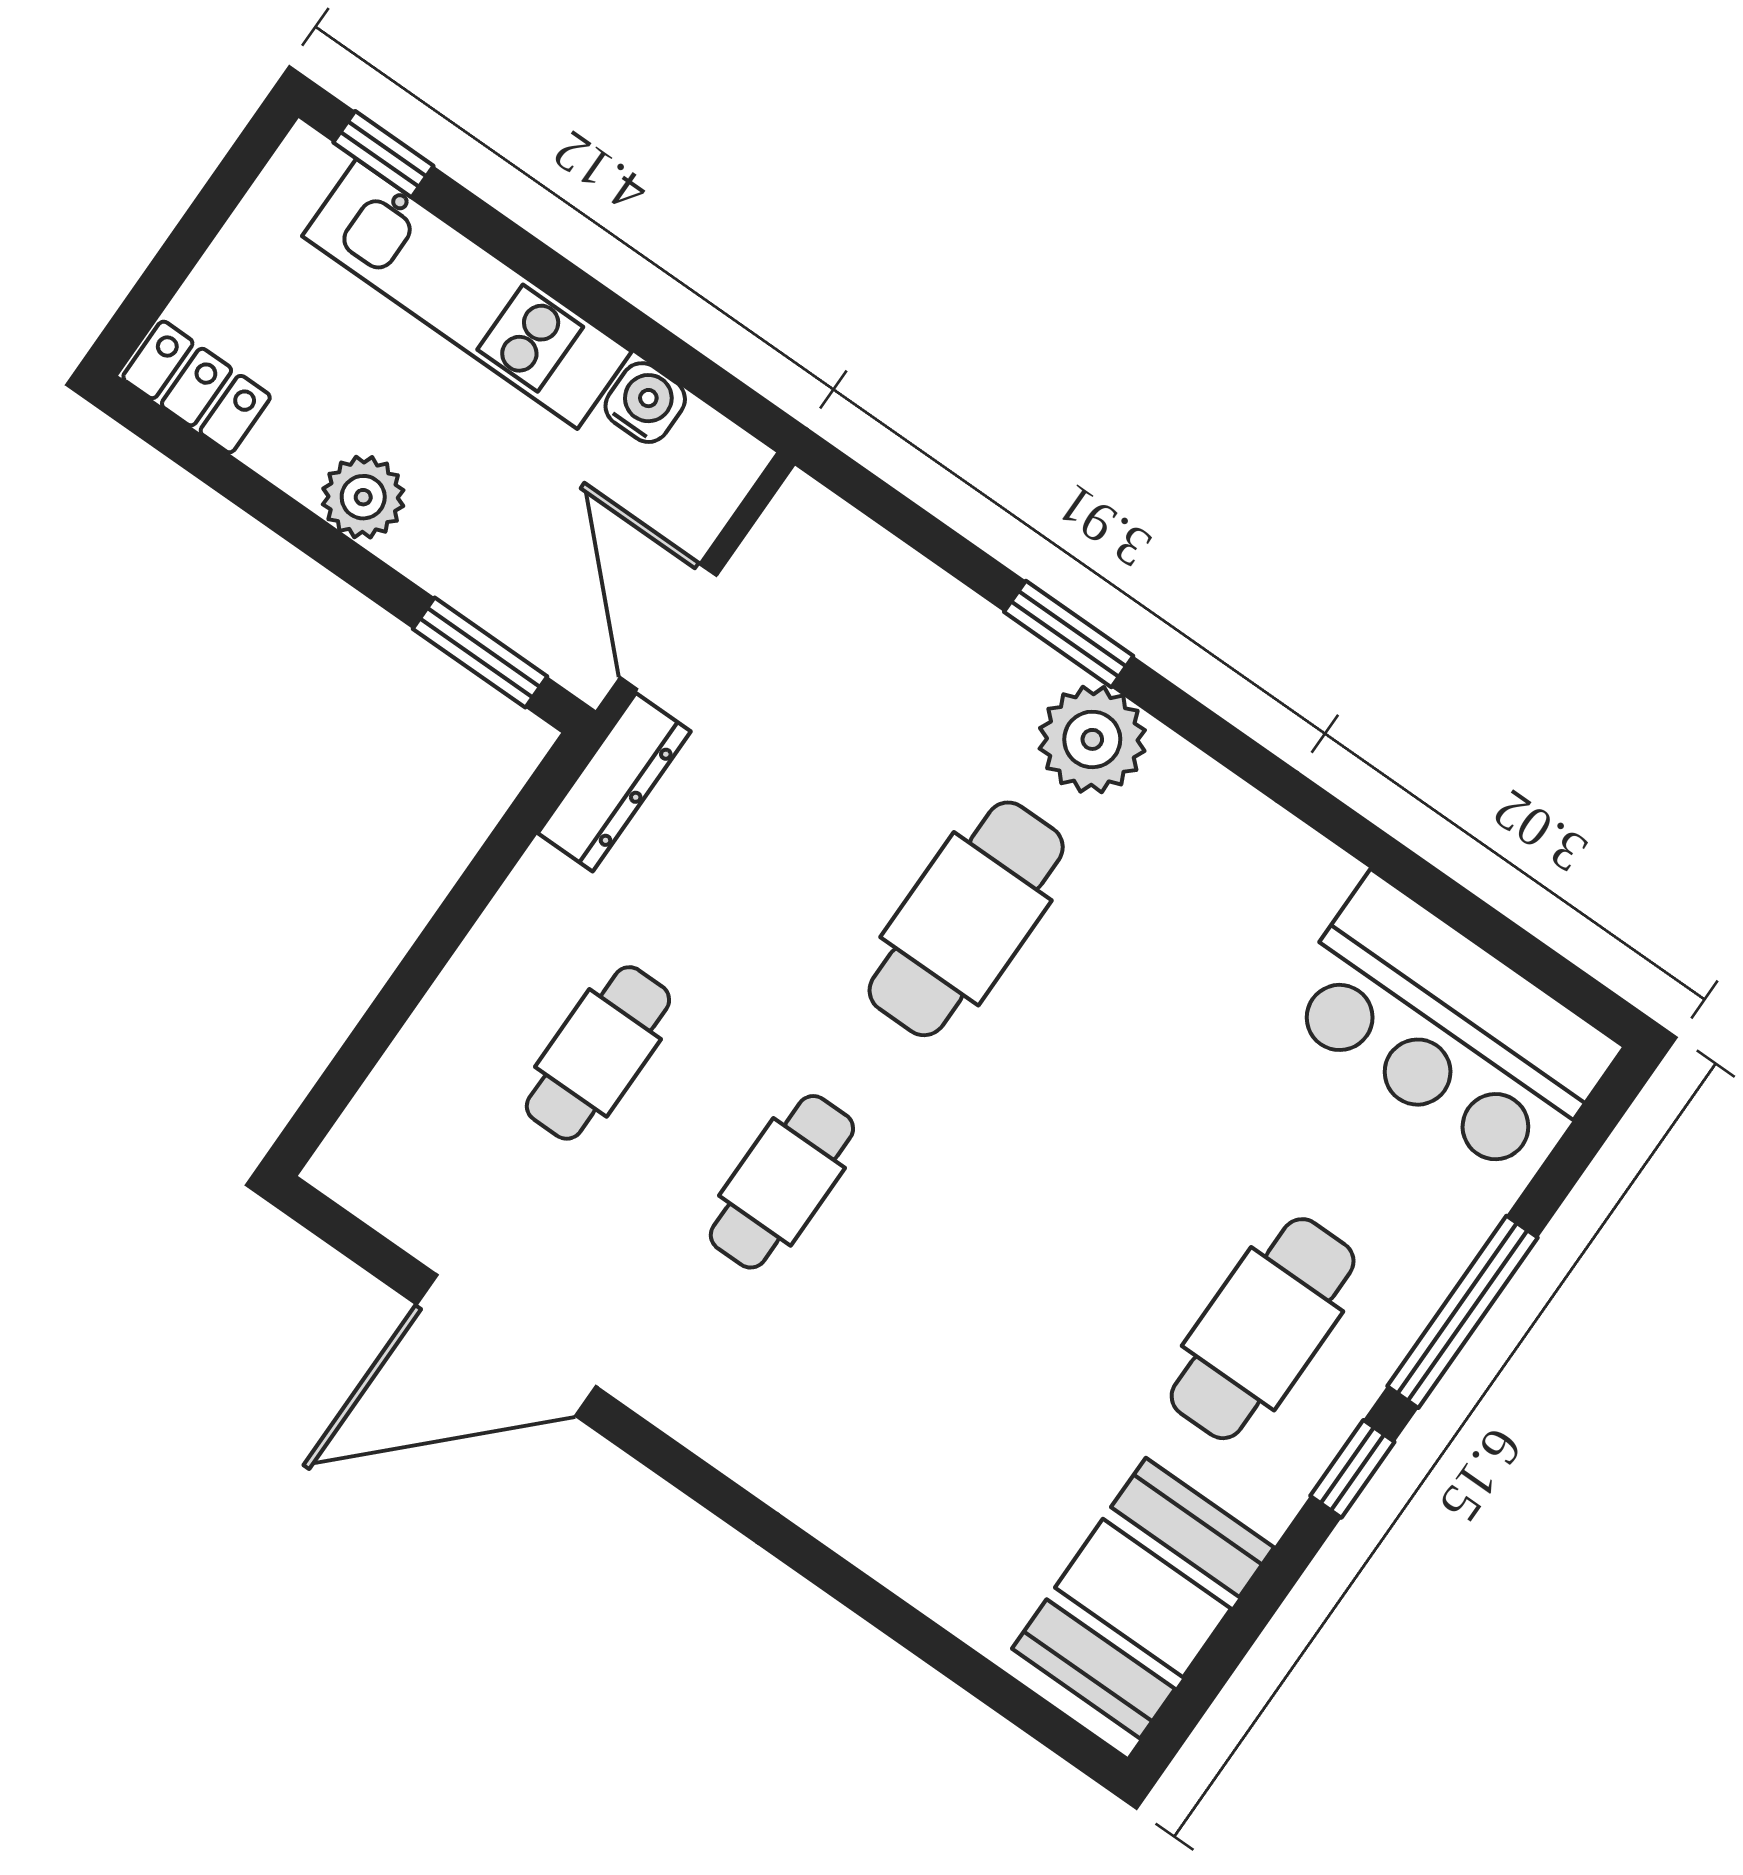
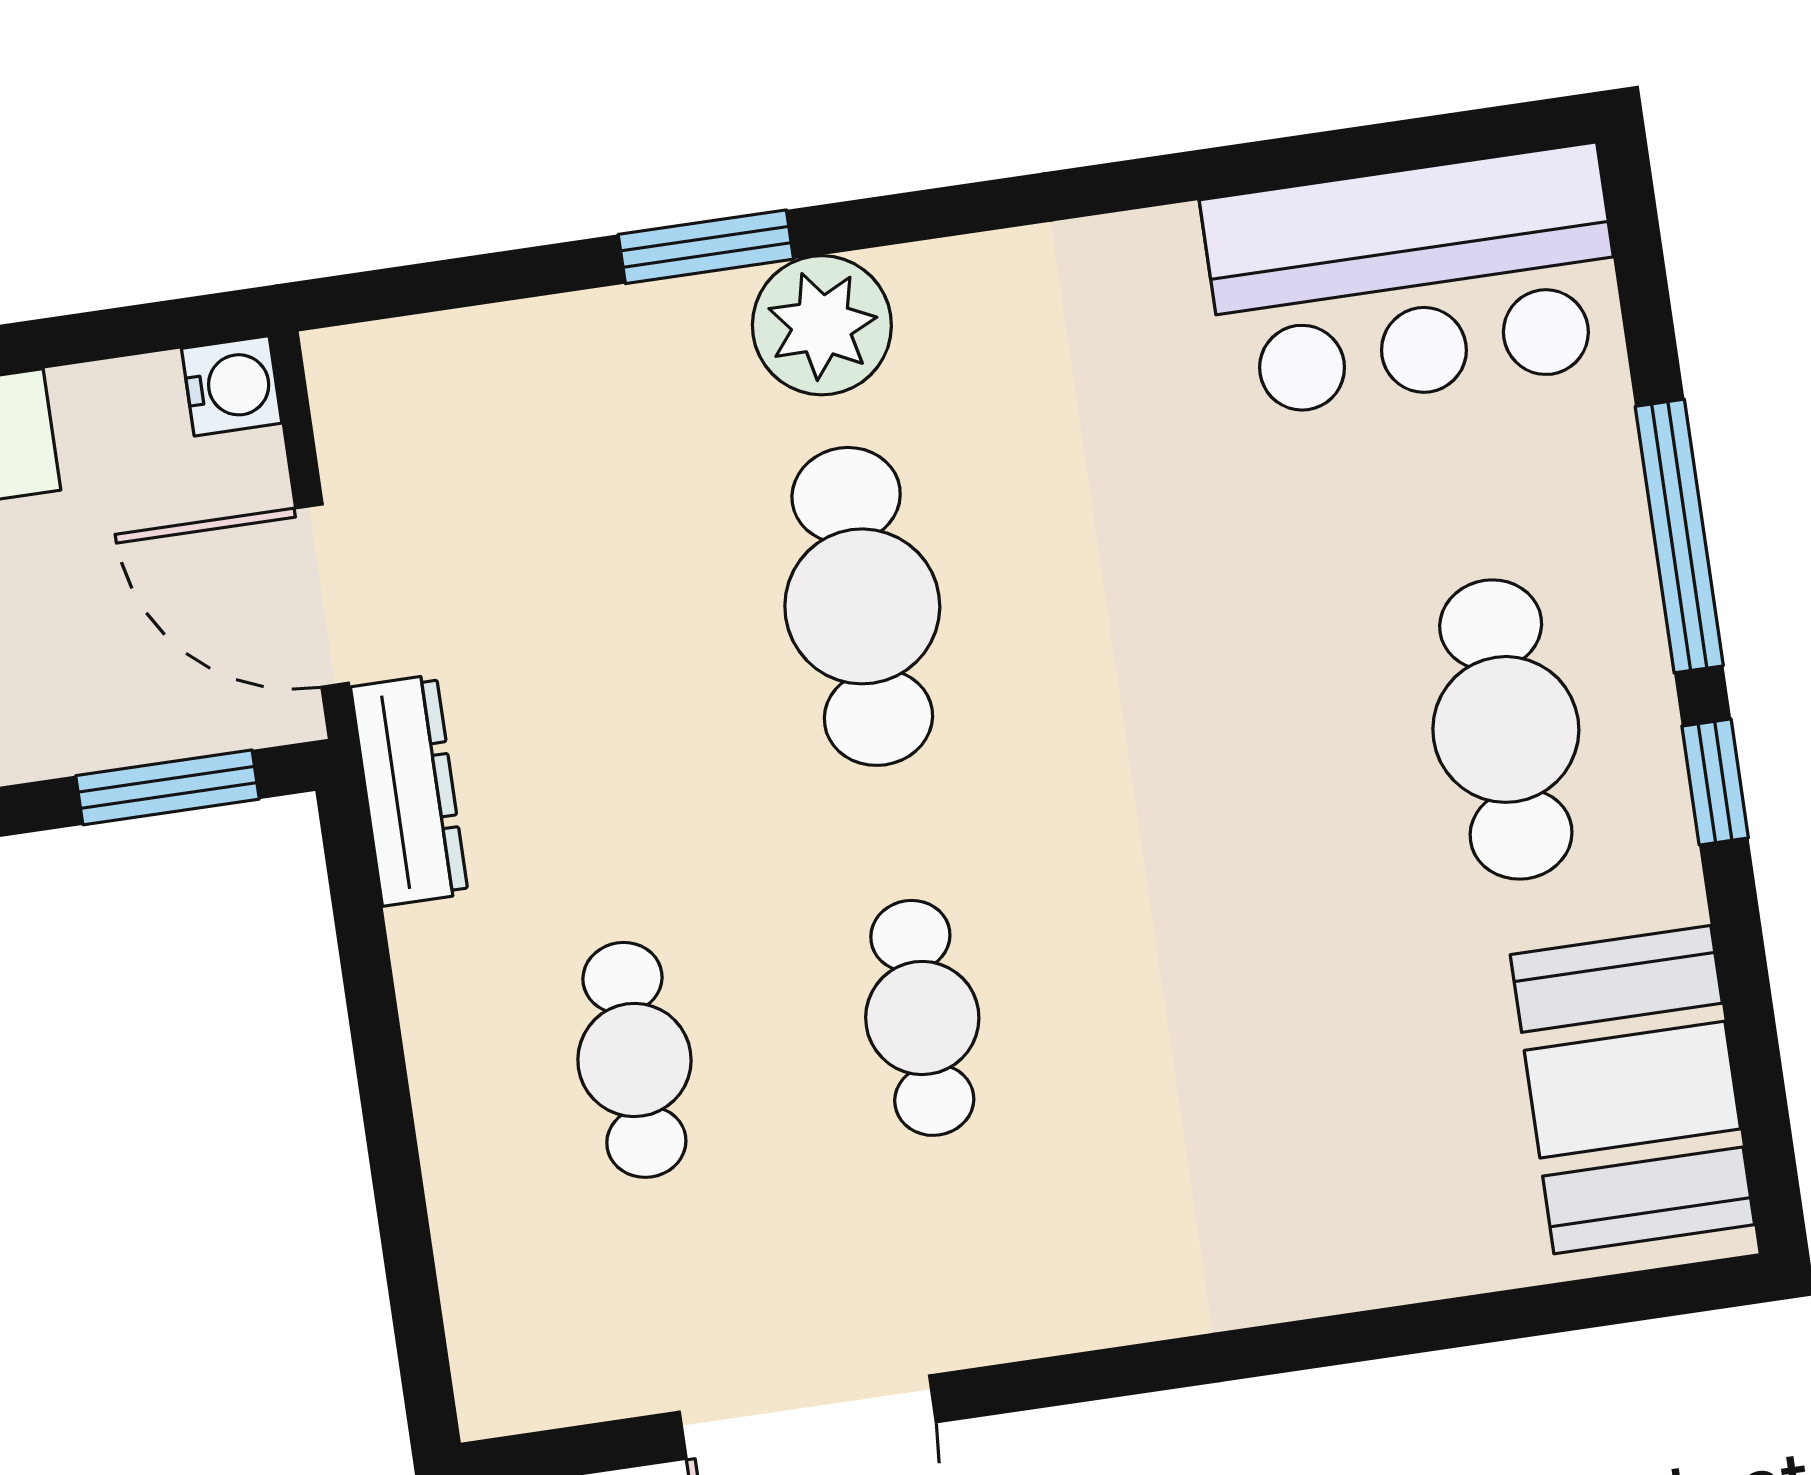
water cooler: (645, 403) -> (232, 386), moved, turned 90

